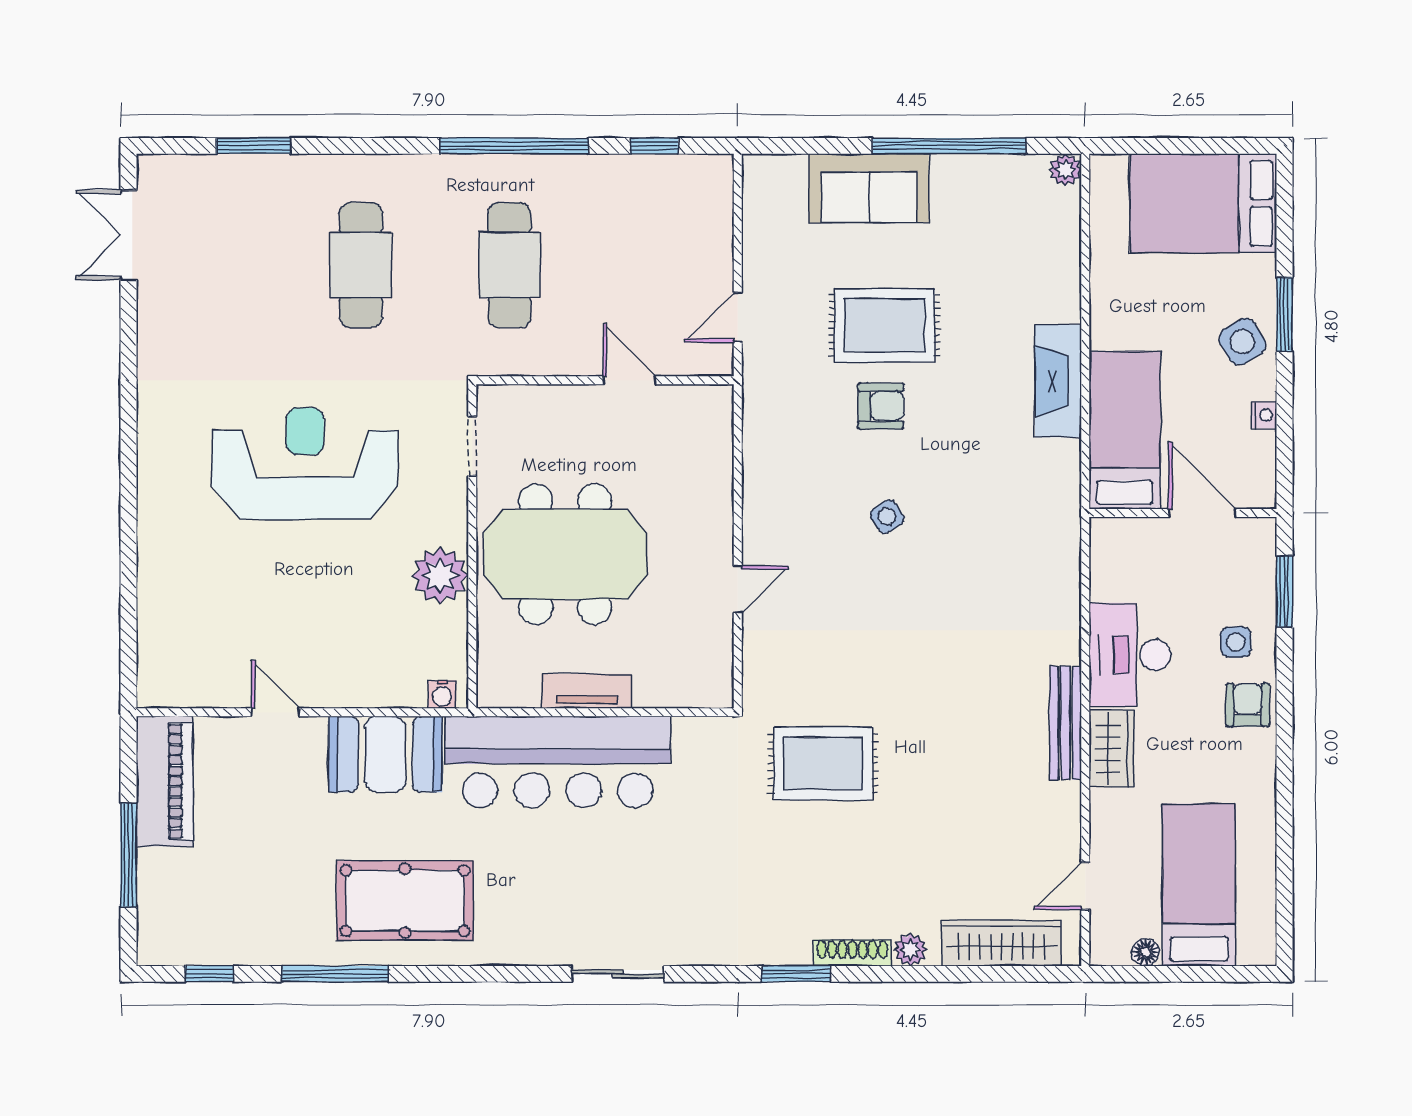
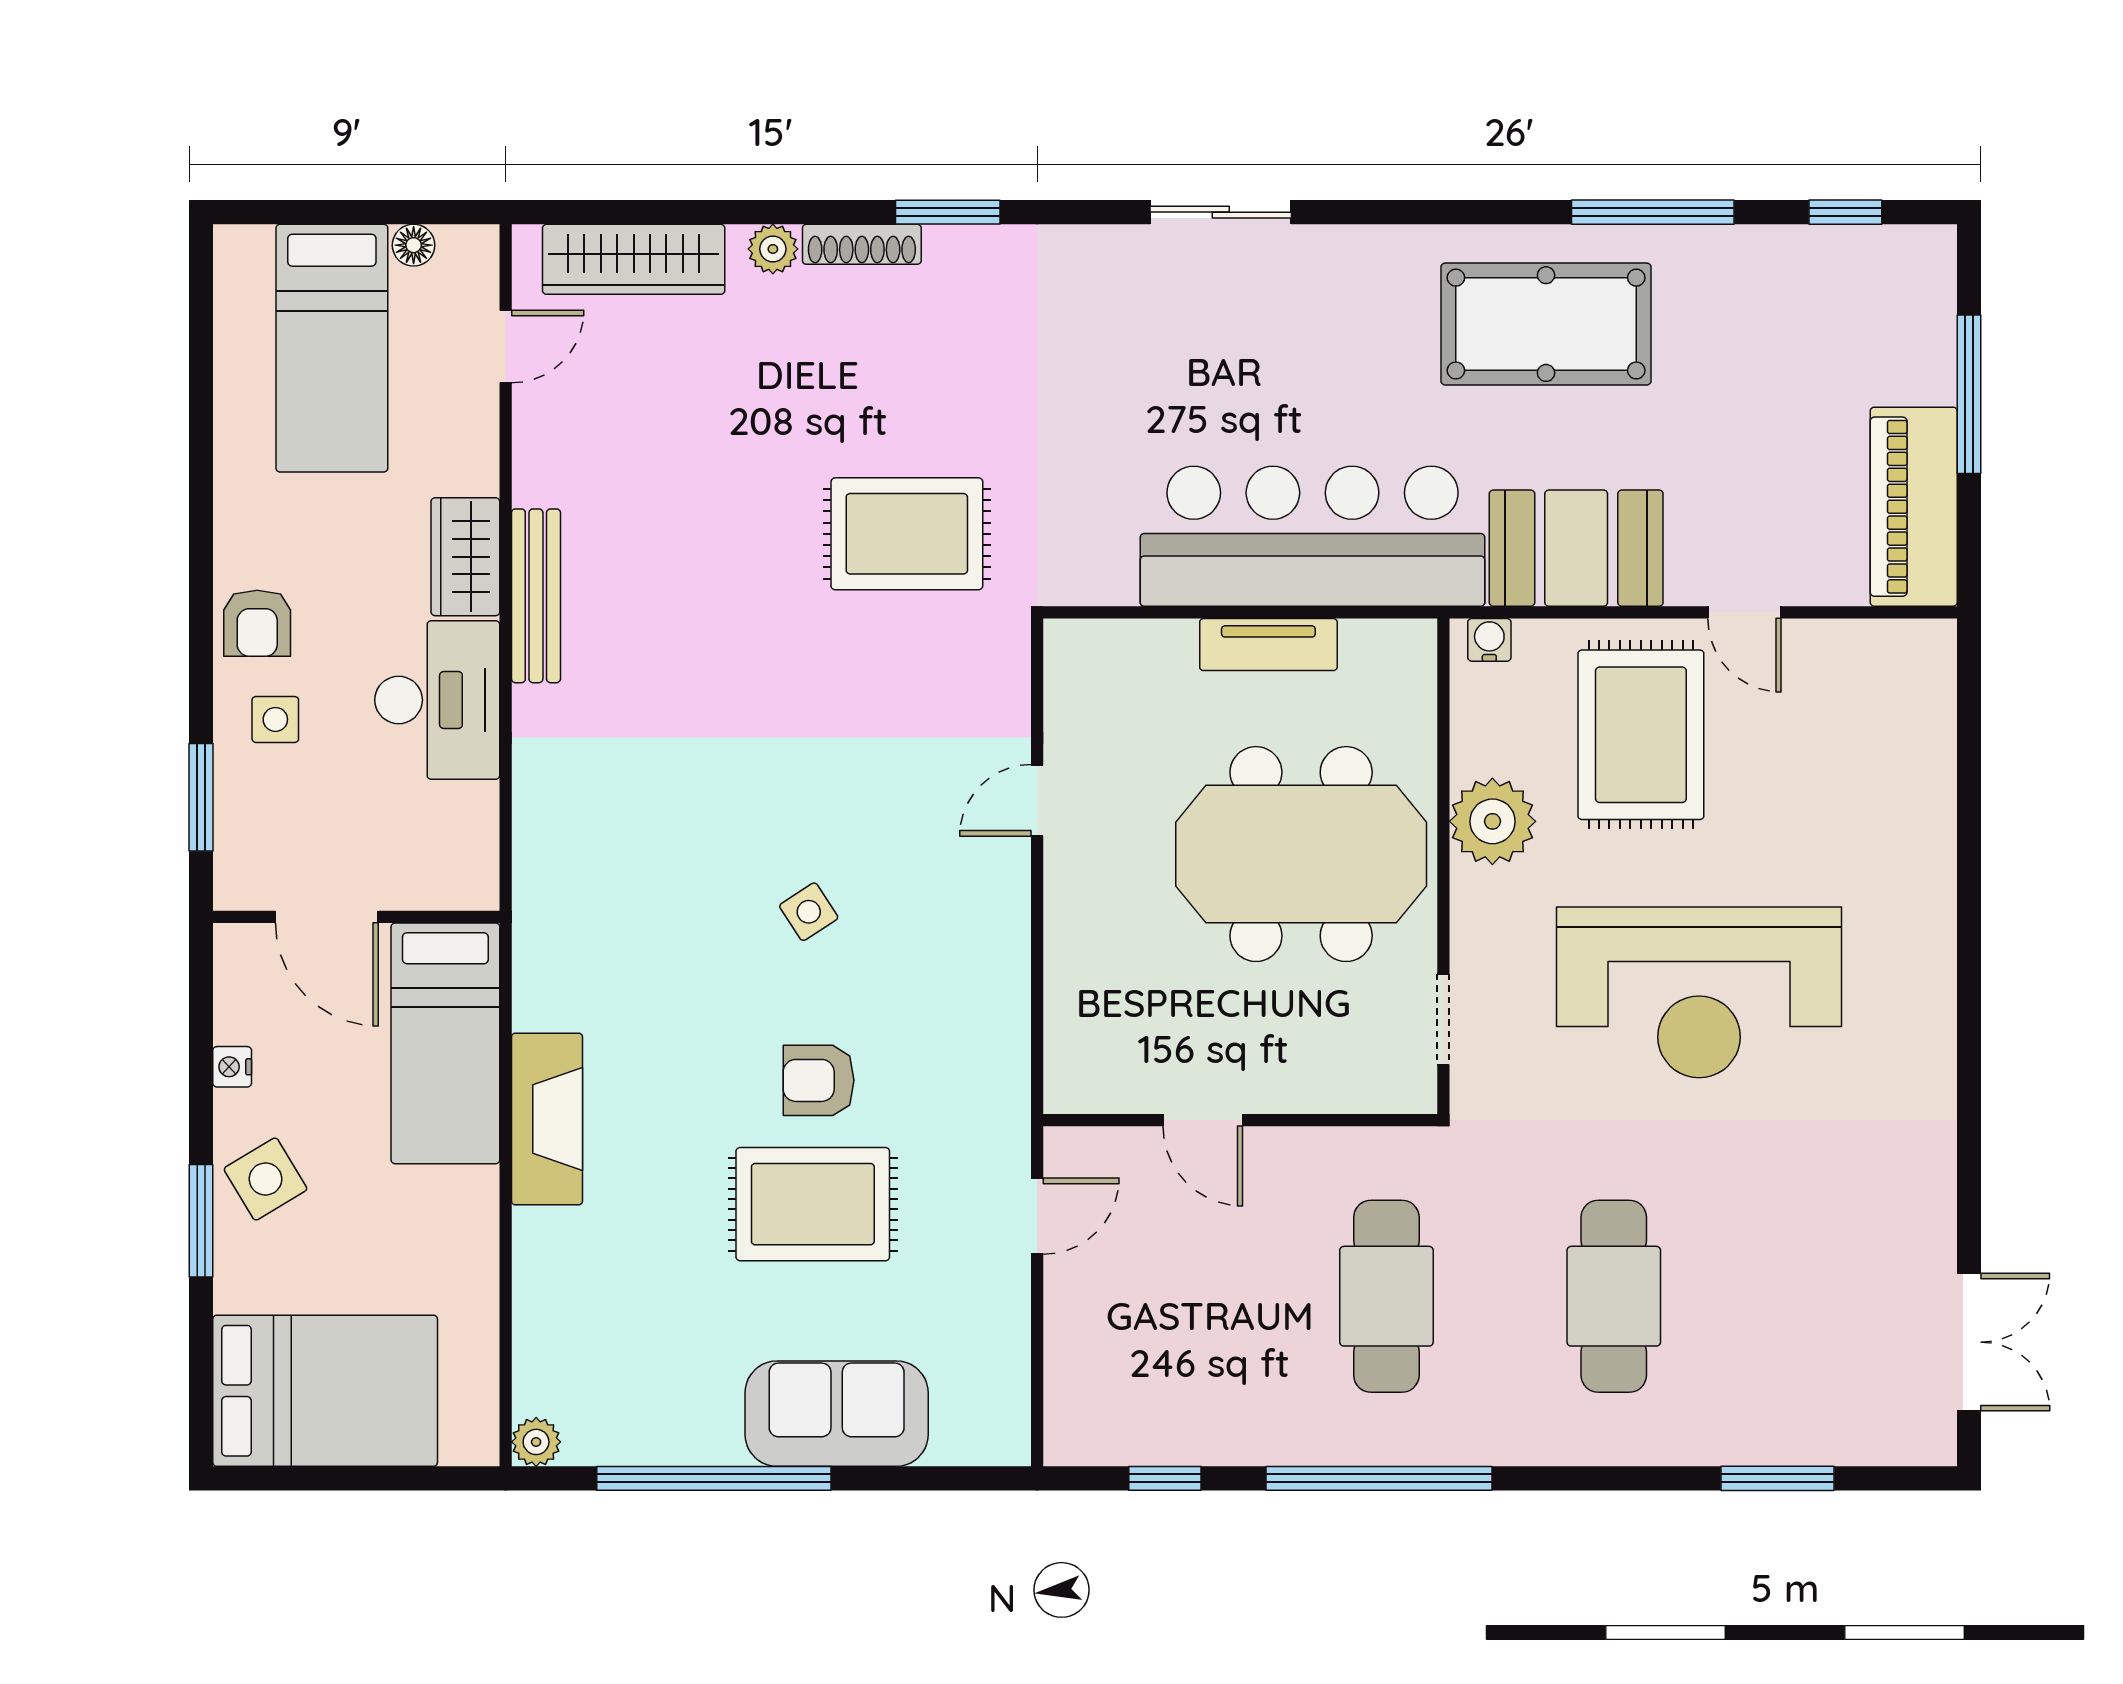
rug: (343, 632) -> (1641, 735), added

